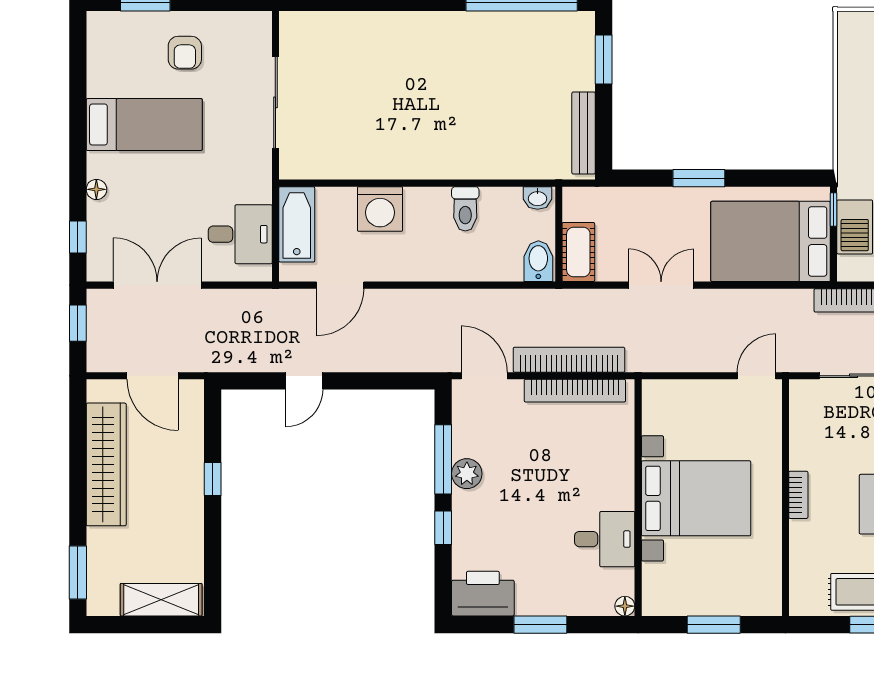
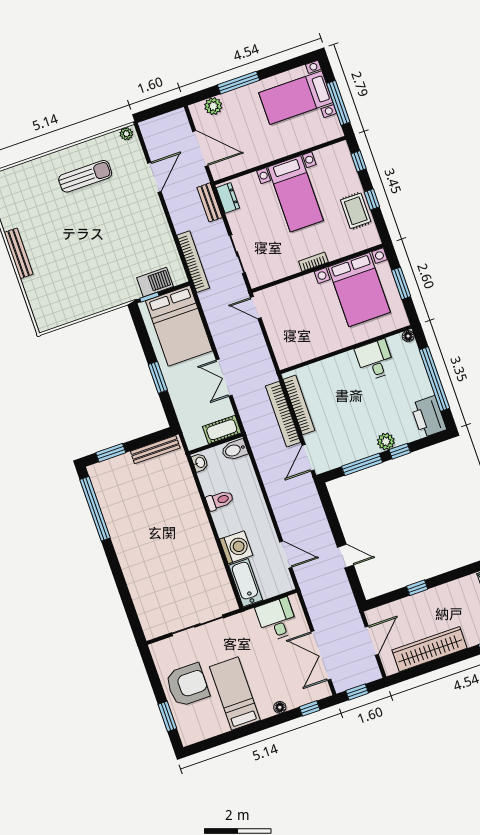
armchair: (185, 53) -> (187, 685), width x1.88, depth x1.88
bathtub: (297, 224) -> (246, 583), moved, turned 90
plant: (467, 474) -> (386, 441), moved
bed with nightstands: (696, 498) -> (359, 290), moved, turned 180
window: (540, 625) -> (434, 379), width x2.11

